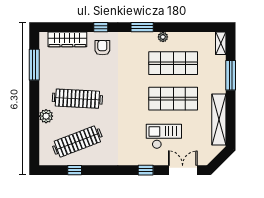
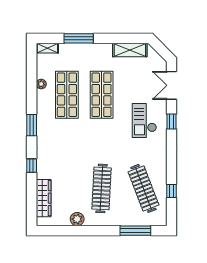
plant: (163, 37) -> (41, 84), moved
armchair: (102, 48) -> (52, 164), removed
window: (34, 65) -> (135, 231), moved
plant: (46, 116) -> (77, 219), moved
shelving: (219, 119) -> (130, 50), width x0.68
checkout: (164, 136) -> (144, 121), moved

